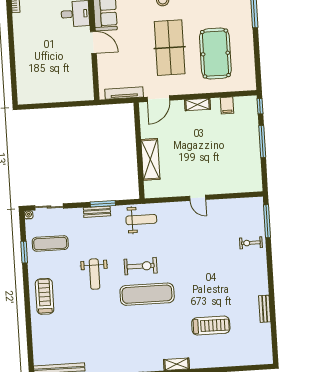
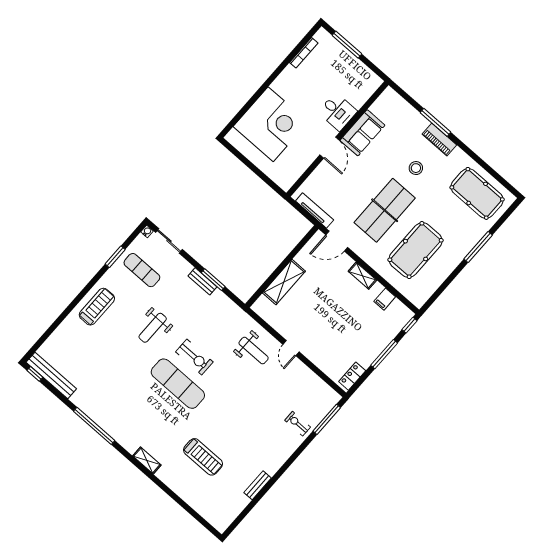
corner desk: (40, 65) -> (271, 124), added
locker: (256, 177) -> (352, 376), added
weight bench: (141, 220) -> (254, 351), moved

